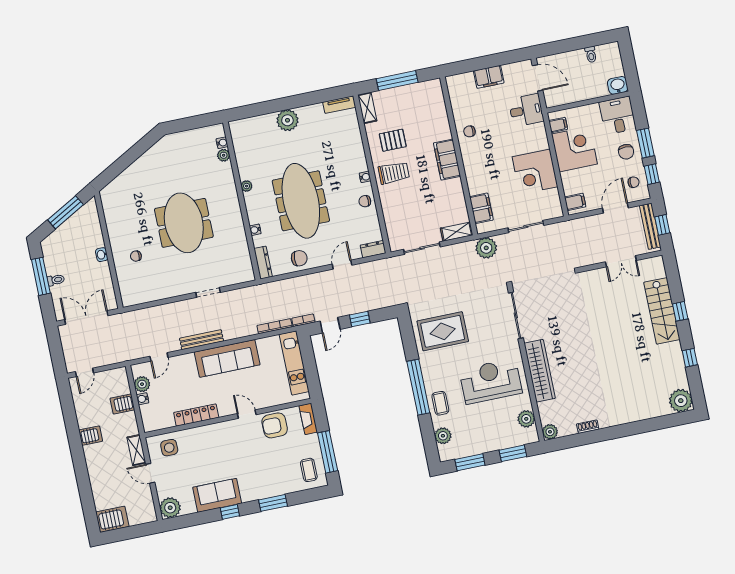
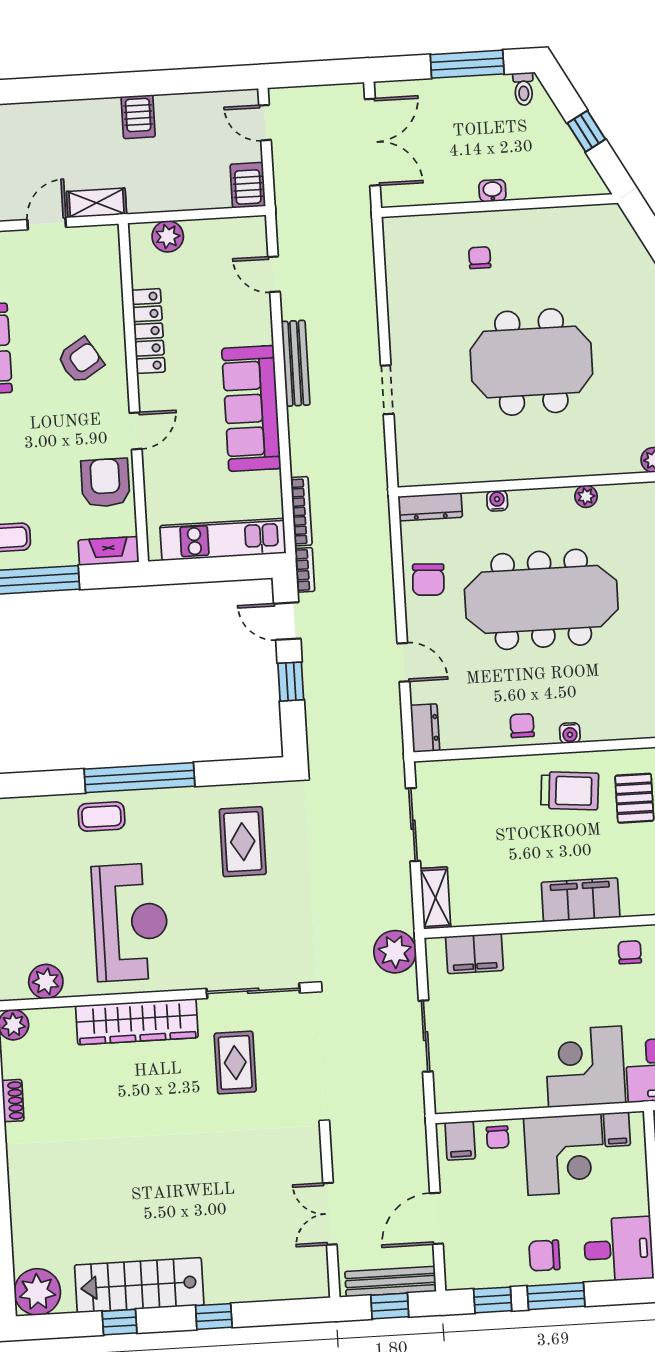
corner desk: (535, 172) -> (585, 1067), moved
trolley: (394, 173) -> (570, 791), turned -85
chair: (634, 182) -> (498, 1137), moved
door: (615, 208) -> (436, 1218), swing flipped
window: (65, 212) -> (586, 131), width x0.46
toilet: (56, 280) -> (524, 89), moved
stairs: (662, 311) -> (139, 1285), moved
rug: (553, 319) -> (235, 1063), added
rug: (443, 331) -> (243, 842), width x0.73, depth x0.70
plant: (142, 384) -> (168, 236), moved
water cooler: (143, 399) -> (196, 230), removed
server rack: (122, 404) -> (248, 185), moved
plant: (443, 436) -> (36, 812), removed
armchair: (216, 447) -> (80, 361), added
side table: (169, 448) -> (92, 268), removed

